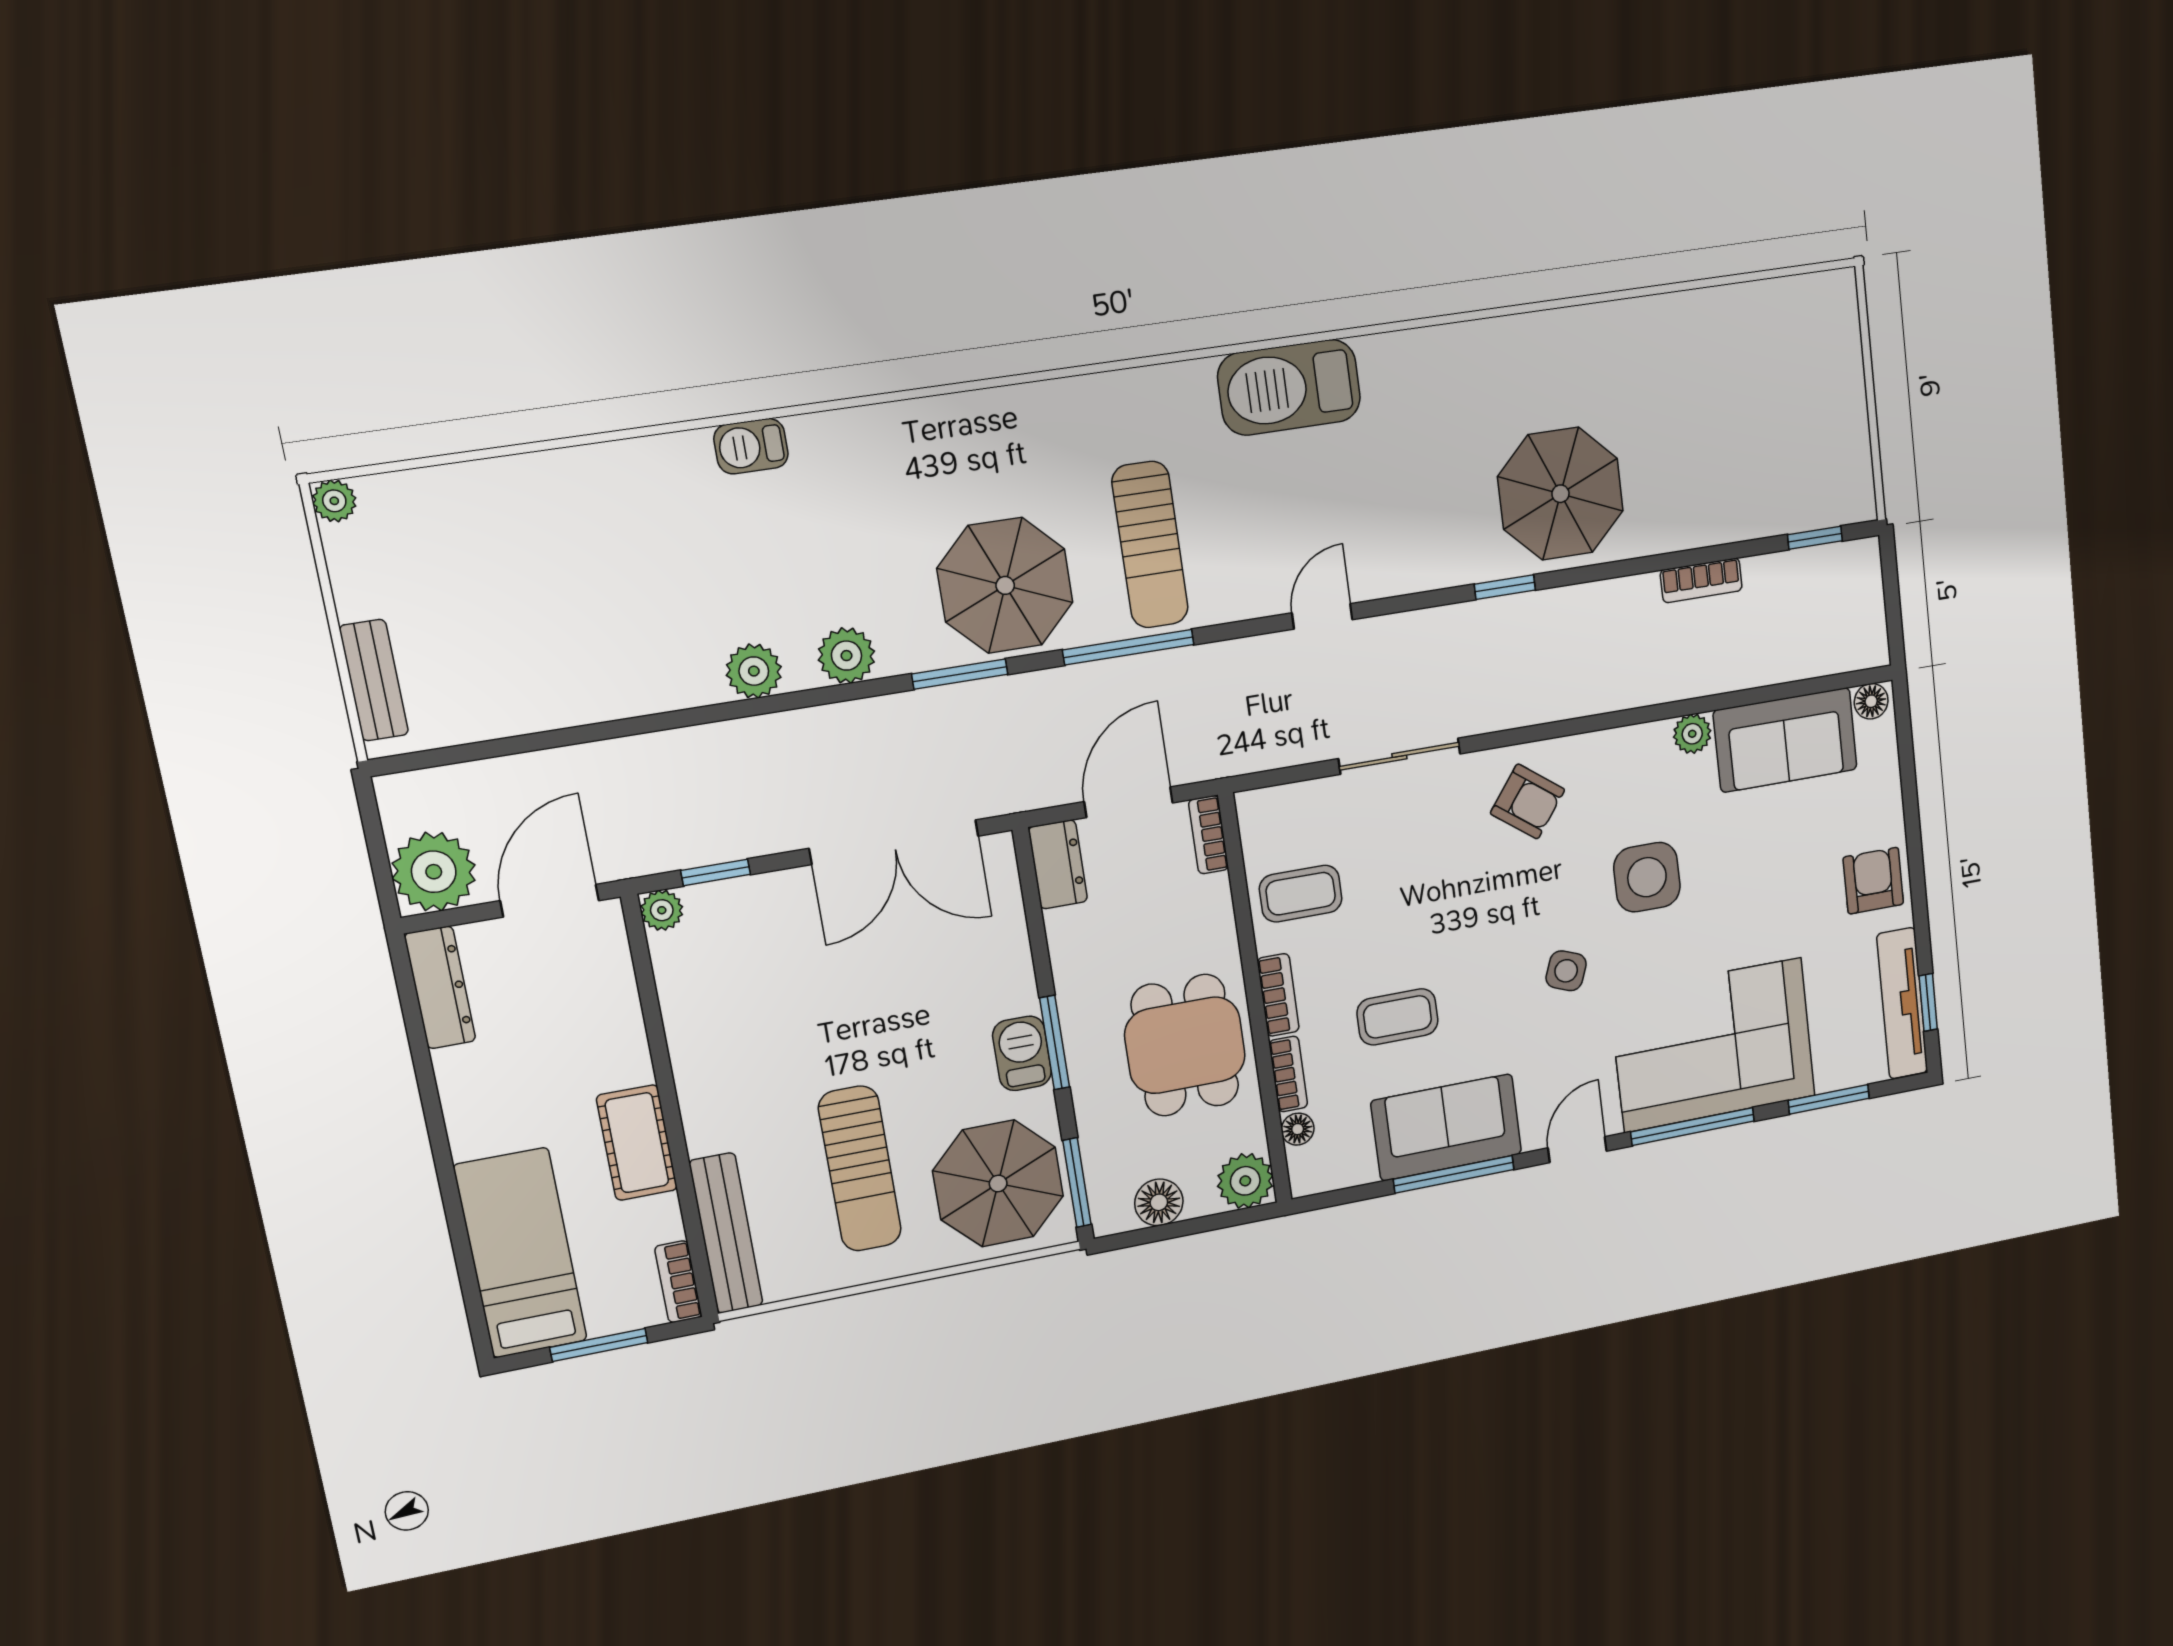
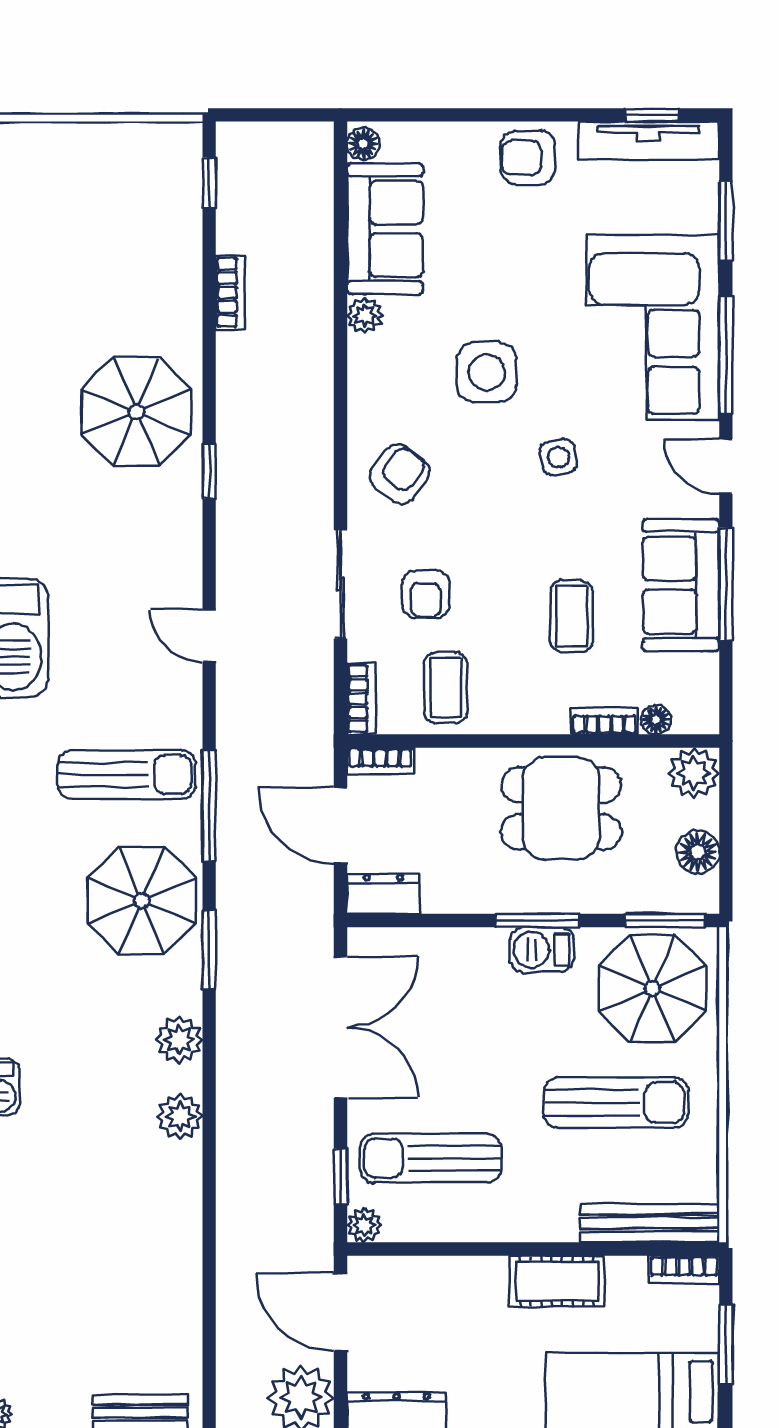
armchair: (1401, 853) -> (426, 594), added
side table: (1566, 971) -> (558, 457), turned -32
sun lounger: (757, 973) -> (431, 1158), added
bookcase: (1278, 995) -> (361, 699), moved, turned 90

